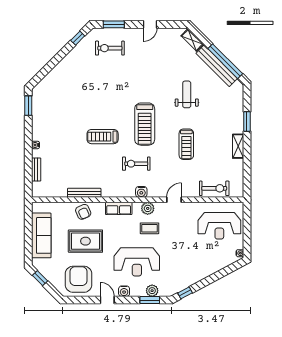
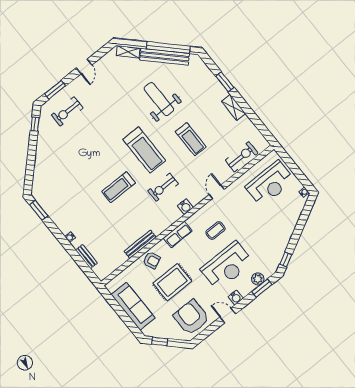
weight bench: (187, 94) -> (159, 99), width x1.36, depth x1.33
plant: (148, 208) -> (201, 216), removed

